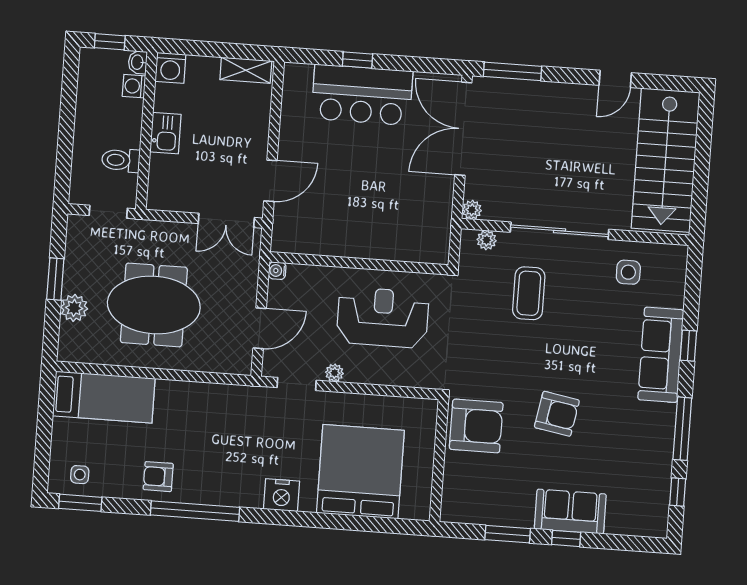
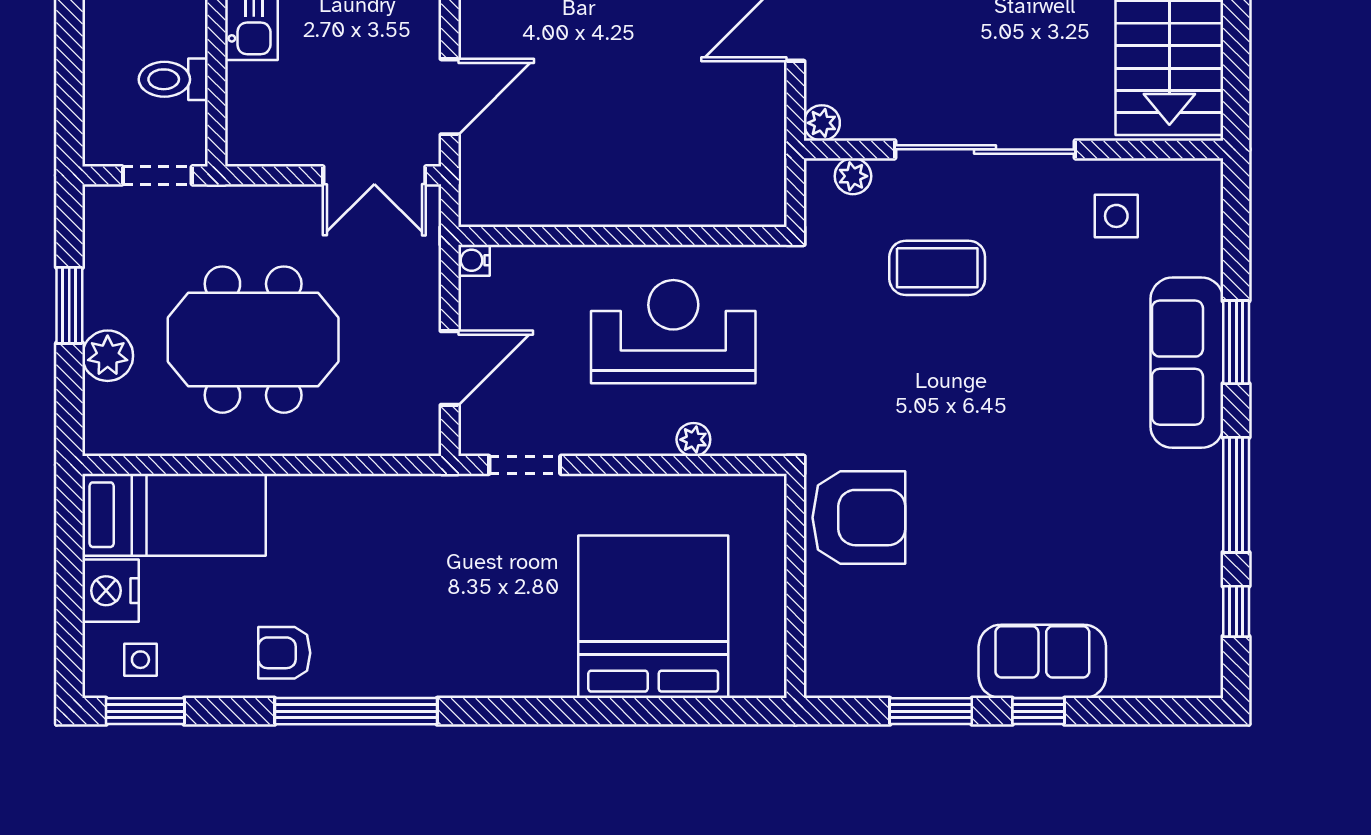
coffee table: (529, 293) -> (937, 268), turned 90
window: (688, 346) -> (1236, 342), width x1.50
plant: (334, 373) -> (693, 440), moved
armchair: (557, 414) -> (1005, 484), removed
nightstand: (281, 495) -> (110, 591), moved, turned 90

